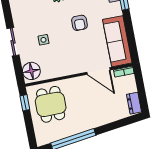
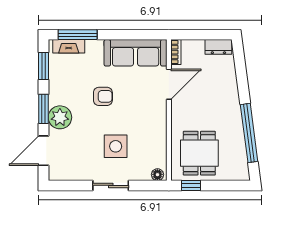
side table: (43, 40) -> (116, 146), width x1.87, depth x1.87
floor lamp: (31, 71) -> (157, 175), width x0.53, depth x0.53
dining table: (51, 104) -> (199, 153), turned 90

